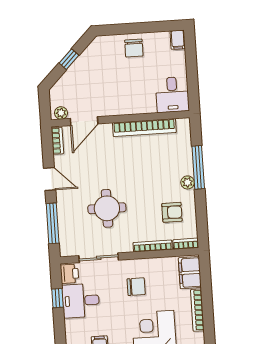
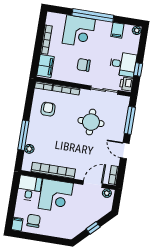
chair: (134, 48) -> (34, 221), moved
corner desk: (132, 92) -> (56, 196), added
plant: (188, 182) -> (29, 149), moved
armchair: (172, 212) -> (48, 109), turned 90

